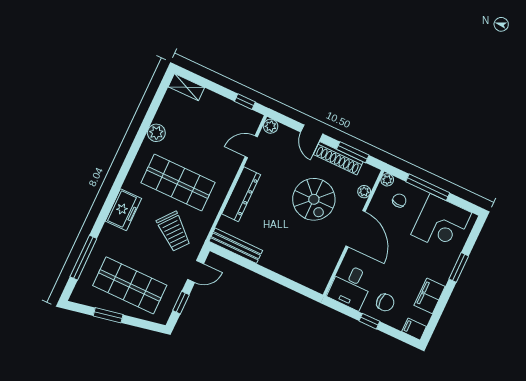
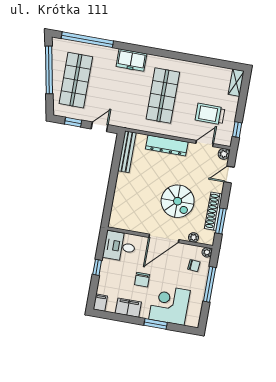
plant: (156, 133) -> (196, 69), removed
door: (312, 133) -> (229, 175), moved
door: (251, 147) -> (205, 143), hinge flipped
spiral stairs: (314, 199) -> (178, 201), turned -90
corner desk: (441, 224) -> (169, 305), moved, turned 90
trolley: (174, 231) -> (210, 114), moved, turned 51
window: (83, 258) -> (87, 40), width x1.46
door: (196, 272) -> (99, 127), swing flipped
chair: (385, 302) -> (142, 280), moved
window: (108, 315) -> (49, 70), width x2.11

